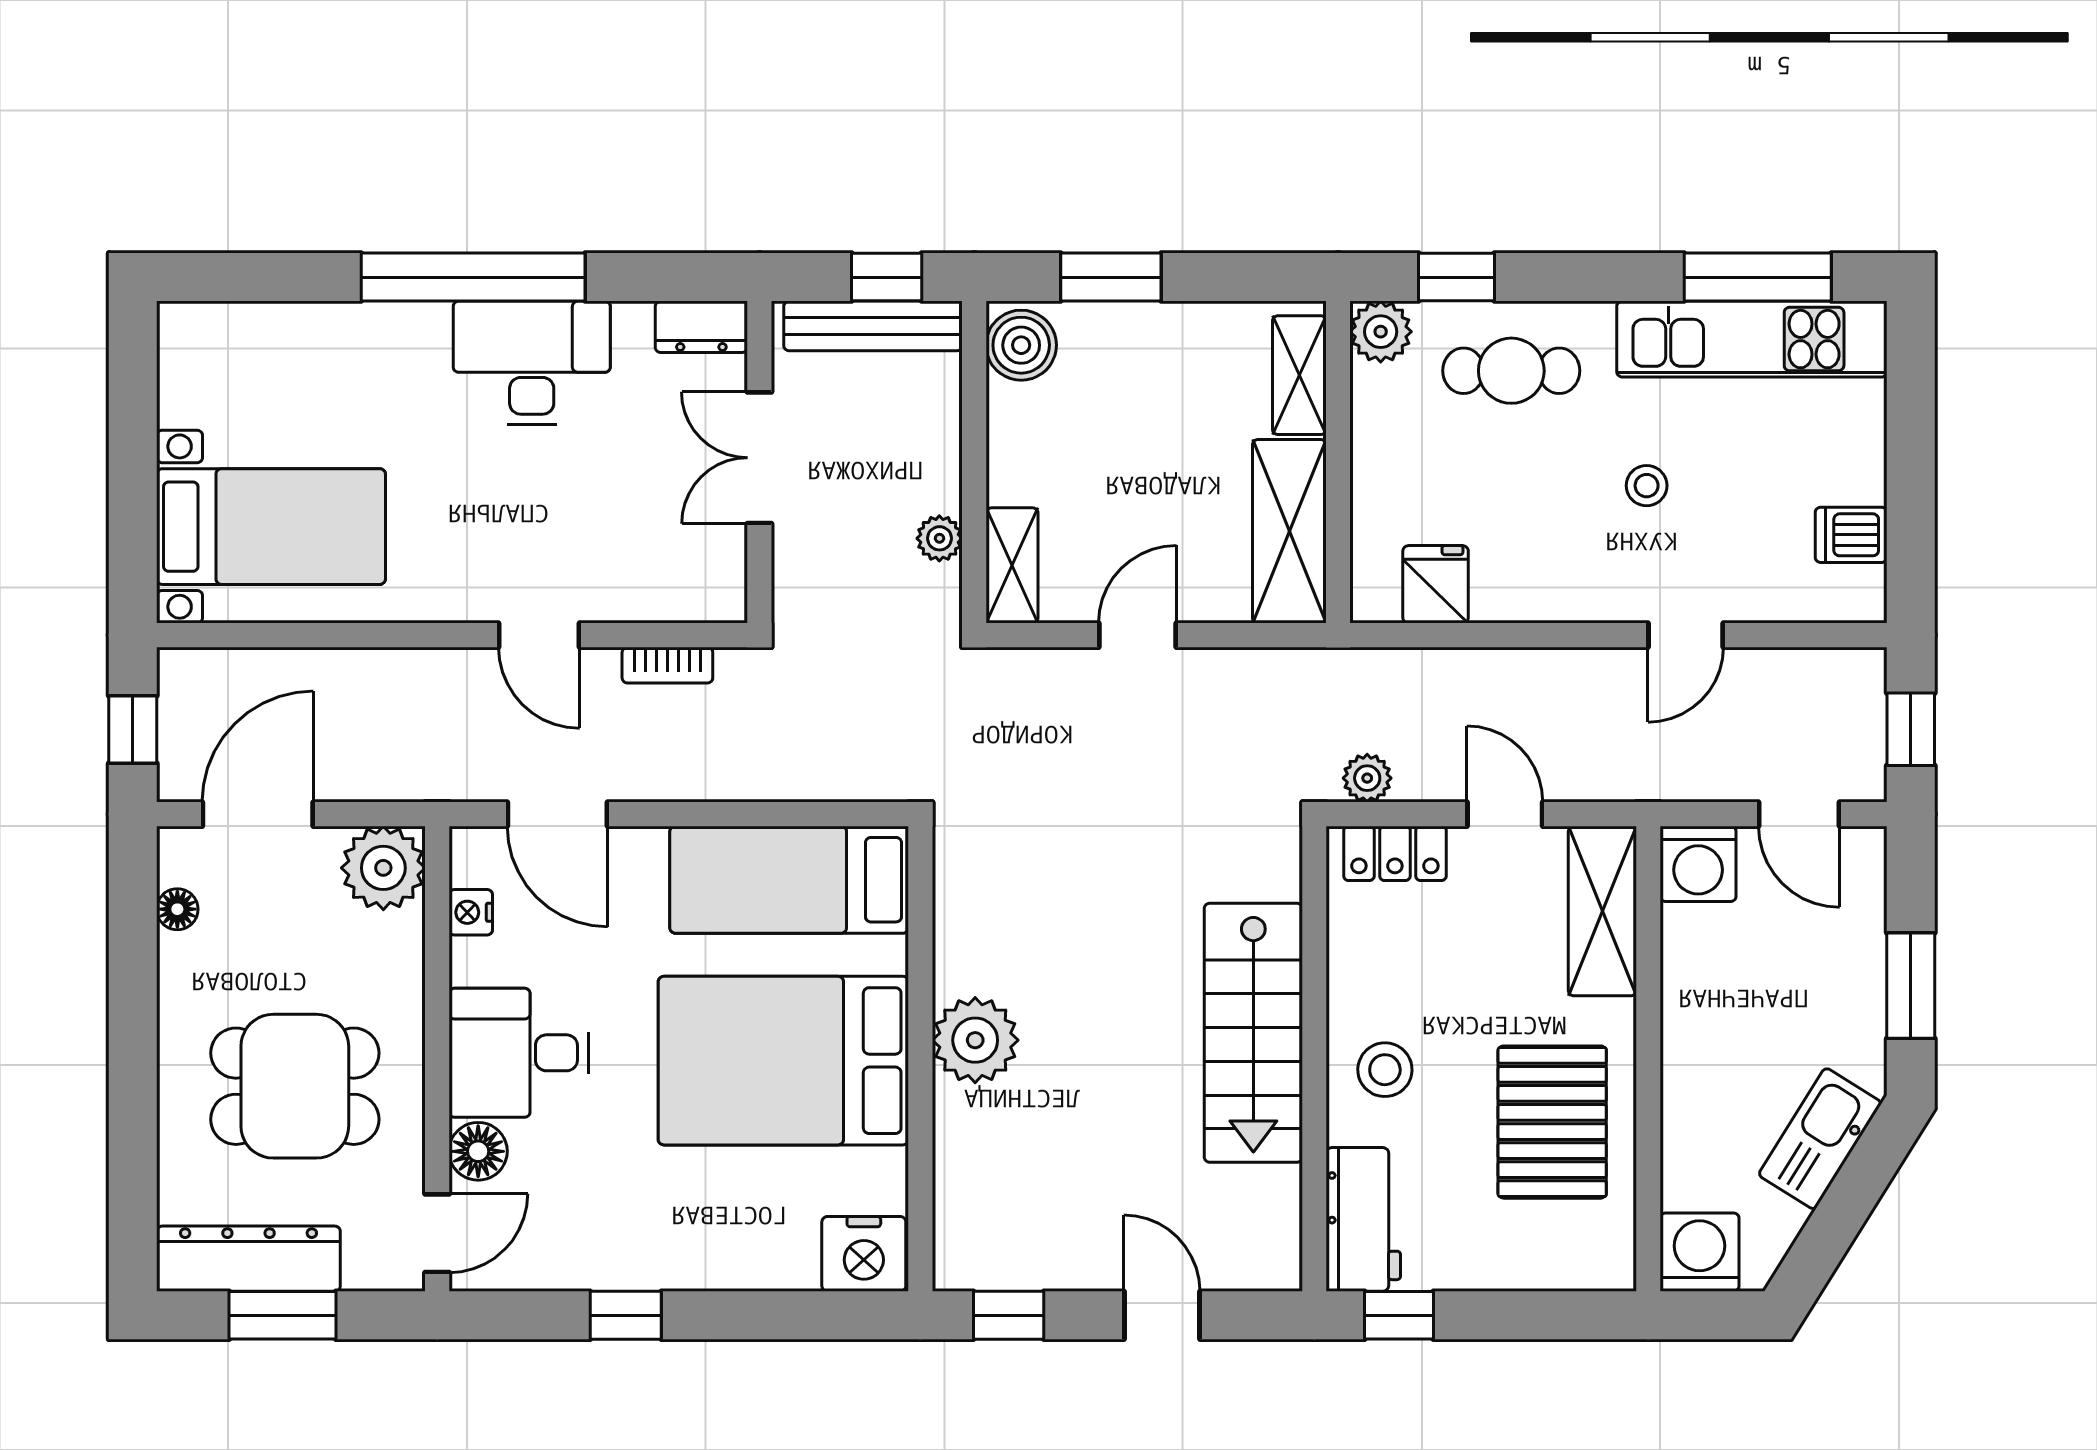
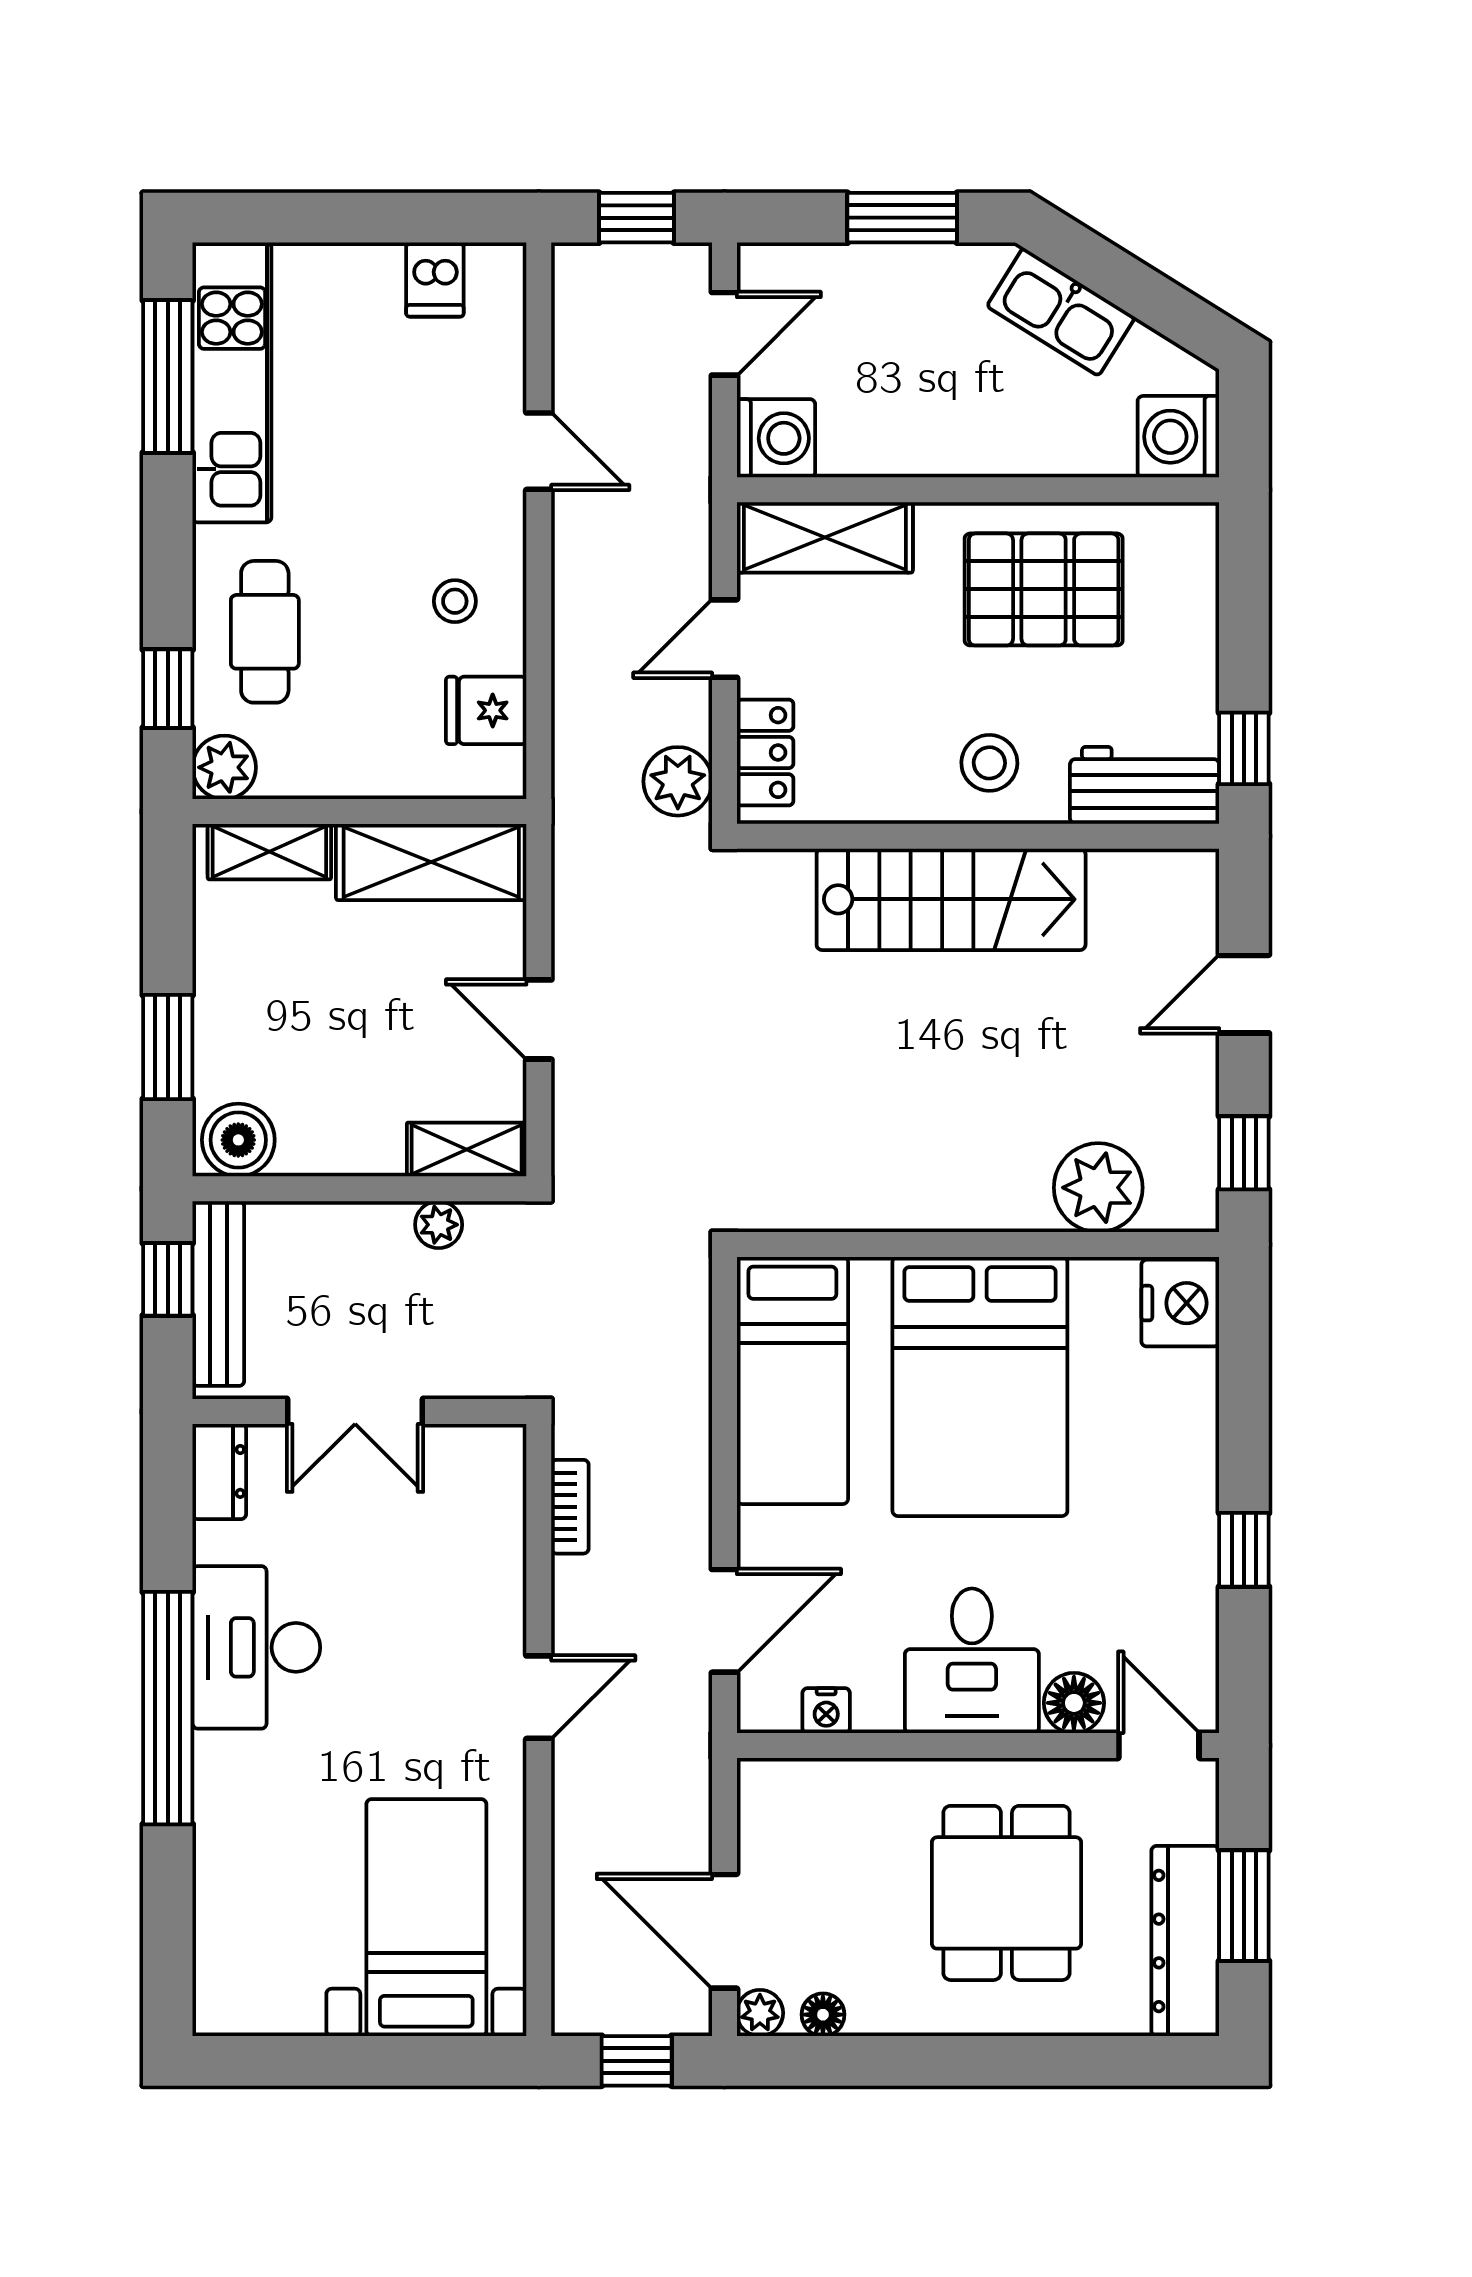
stool: (1647, 486) -> (455, 601), moved
door: (539, 635) -> (539, 1697), moved
plant: (1367, 778) -> (678, 781), width x1.38, depth x1.38
plant: (383, 868) -> (760, 2013), moved, width x0.53, depth x0.53
plant: (975, 1040) -> (1098, 1188), moved

